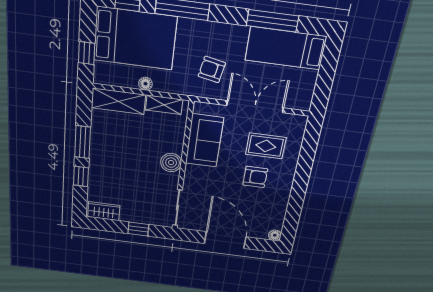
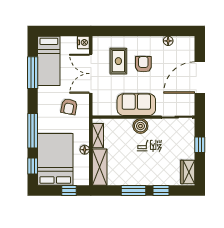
nightstand: (302, 102) -> (83, 42), added
sofa: (204, 141) -> (136, 105), moved
floor lamp: (275, 235) -> (168, 41), moved

